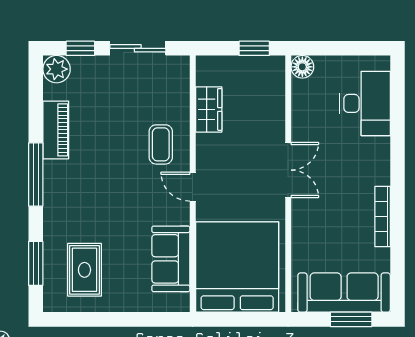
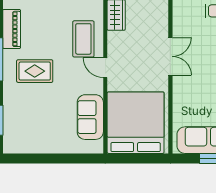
coffee table: (161, 144) -> (83, 39), width x1.36, depth x1.30
rug: (84, 270) -> (35, 71), moved, turned 90

